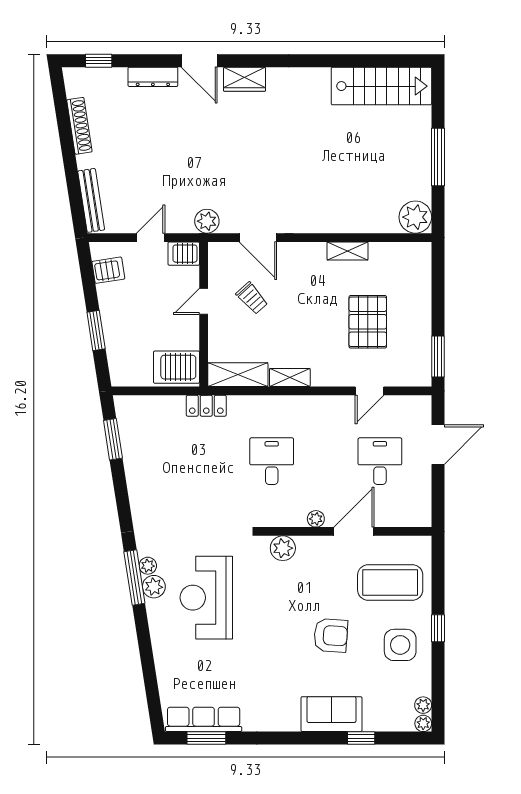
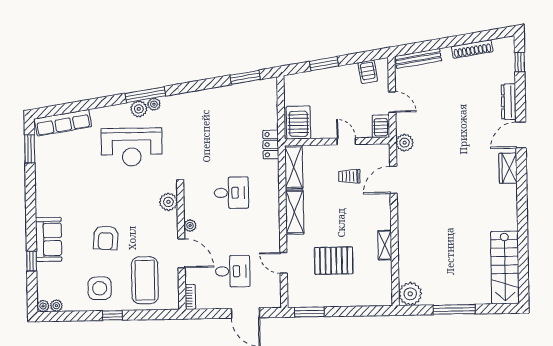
trolley: (252, 298) -> (349, 176), turned 42
shelving: (290, 377) -> (295, 212), width x1.50, depth x1.33
bookcase: (414, 520) -> (190, 297), added
reception desk: (206, 598) -> (132, 147), turned 180
row of seats: (204, 719) -> (63, 123), moved, turned 81

